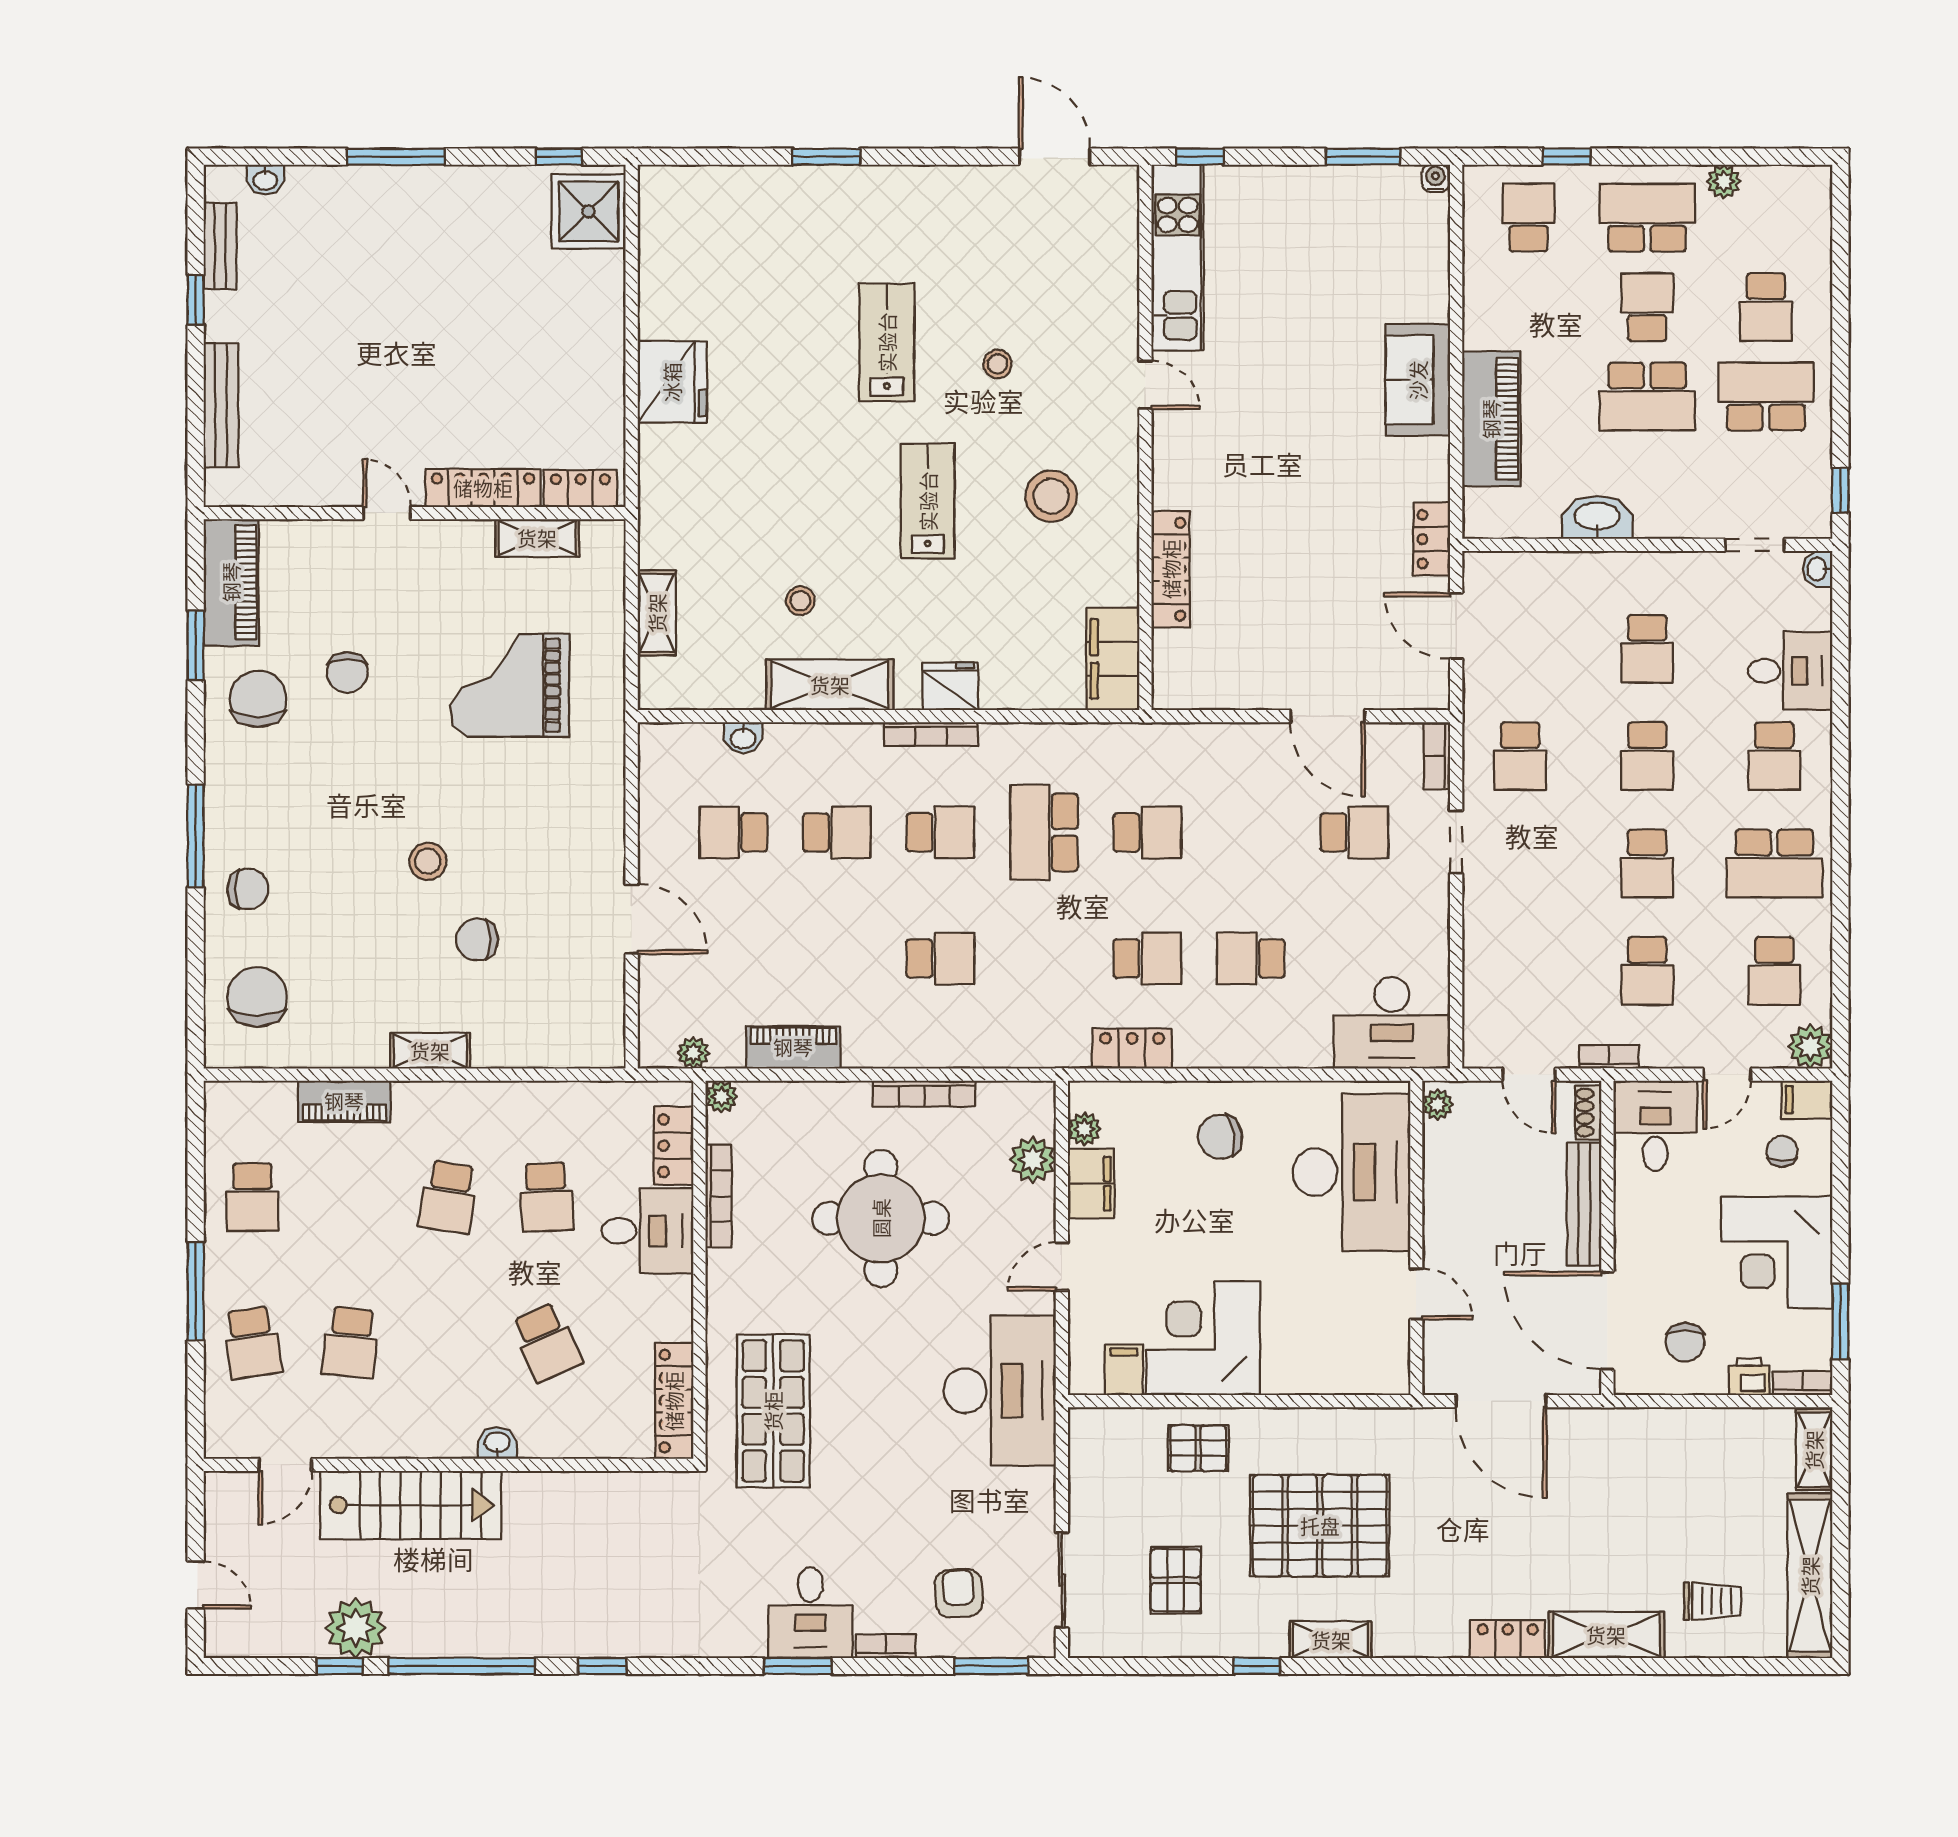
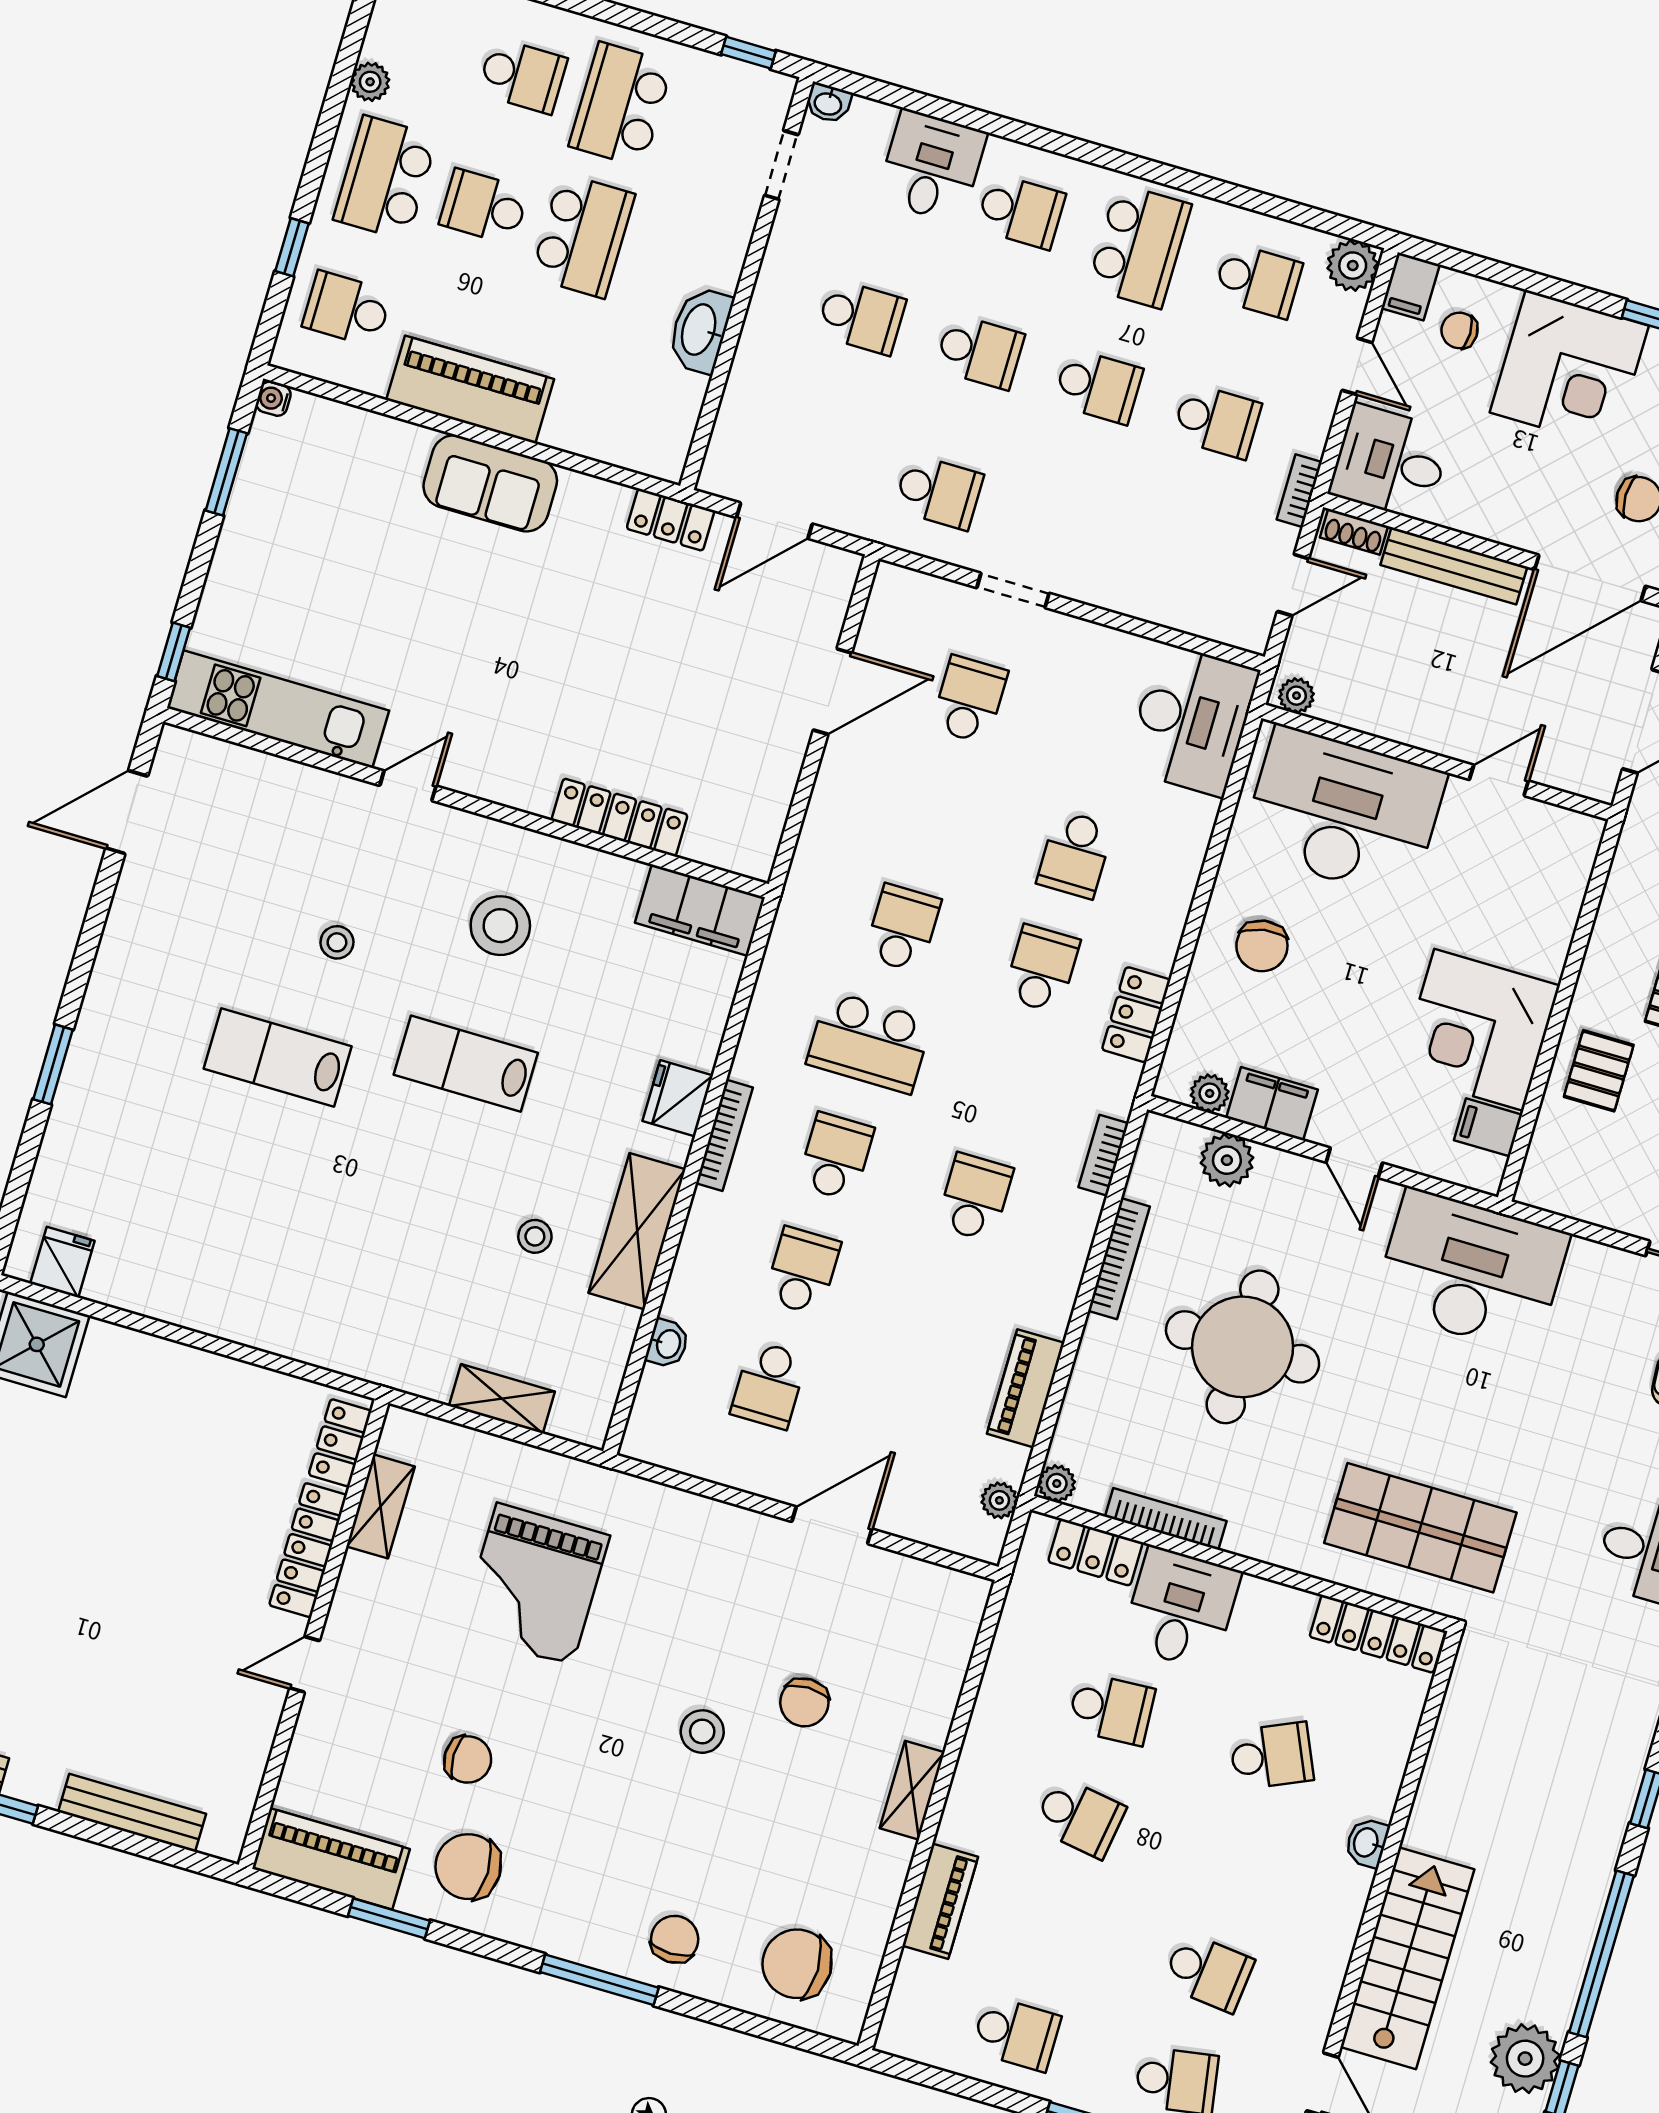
fridge: (672, 382) -> (62, 1262), moved, width x0.53, depth x0.75
piano: (1491, 419) -> (470, 389), moved
bookcase: (1437, 756) -> (1103, 1155), moved, turned 90

